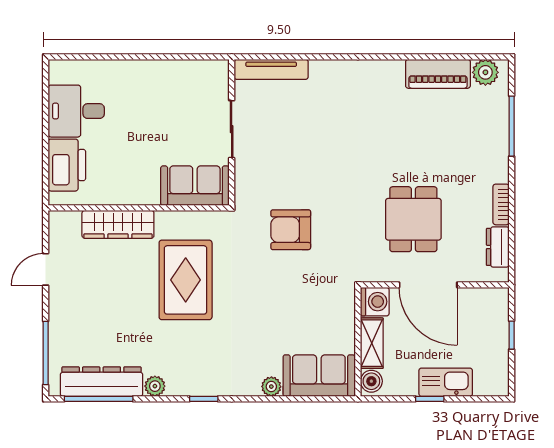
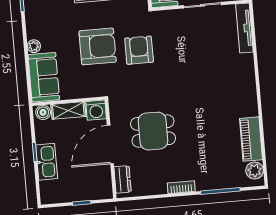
bookcase: (501, 204) -> (181, 187), moved
dresser: (498, 247) -> (123, 179), moved, turned 90
armchair: (280, 291) -> (98, 46), added

